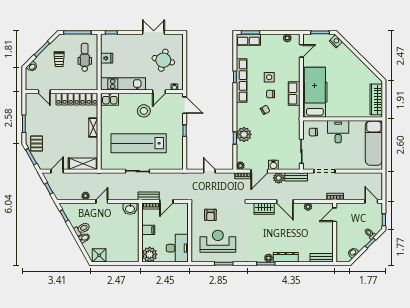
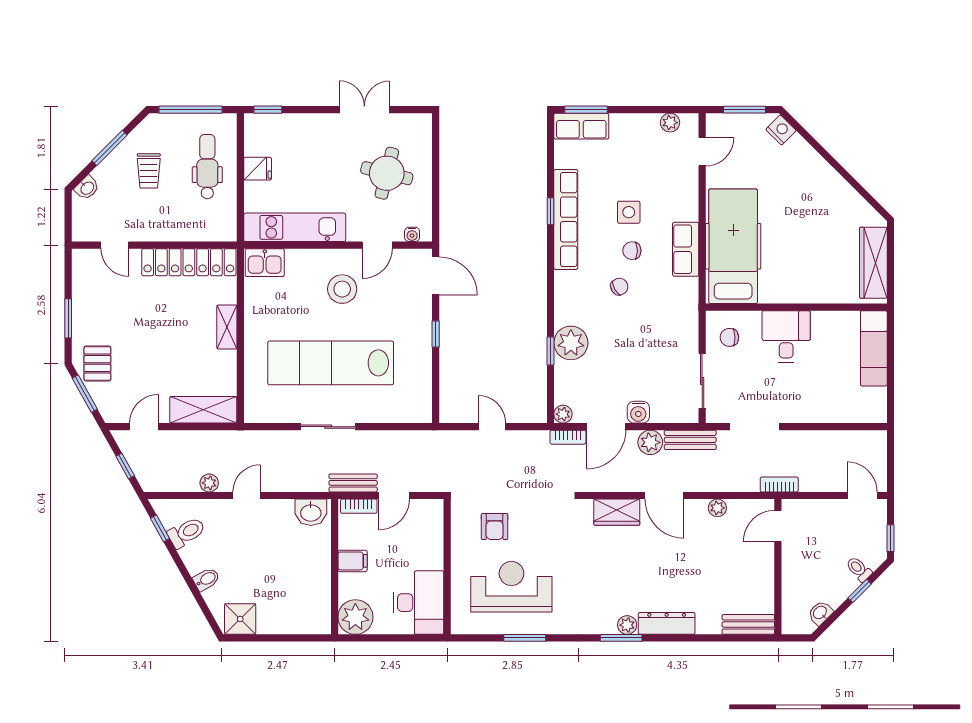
exam couch: (374, 143) -> (874, 348), width x0.73, depth x0.69
toilet: (82, 229) -> (186, 532), moved

